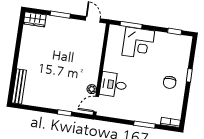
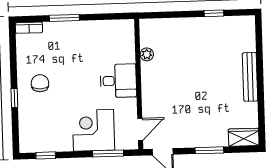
desk: (113, 85) -> (118, 81), moved
bench: (19, 86) -> (250, 77), moved
door: (96, 104) -> (140, 129), moved
window: (65, 113) -> (214, 13), moved

